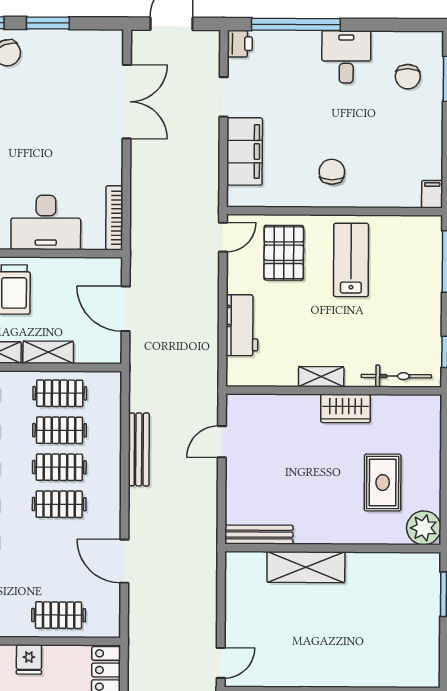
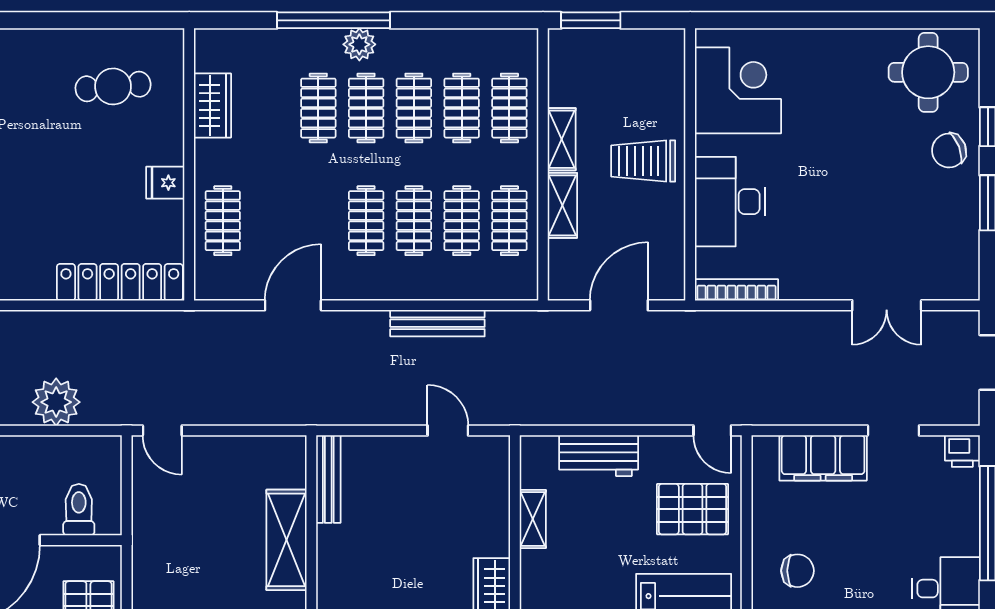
double door: (127, 102) -> (887, 305), width x0.73
shelving: (321, 377) -> (533, 519), moved

